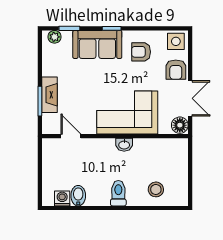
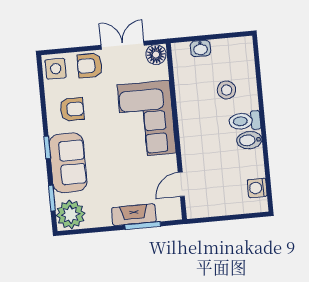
plant: (54, 37) -> (70, 214), width x1.87, depth x1.87
armchair: (141, 52) -> (72, 109), turned -90
armchair: (176, 70) -> (90, 66), turned 180
washbasin: (124, 145) -> (200, 48), moved, turned 90
stool: (156, 189) -> (227, 90), moved
bidet: (78, 196) -> (249, 140), moved

